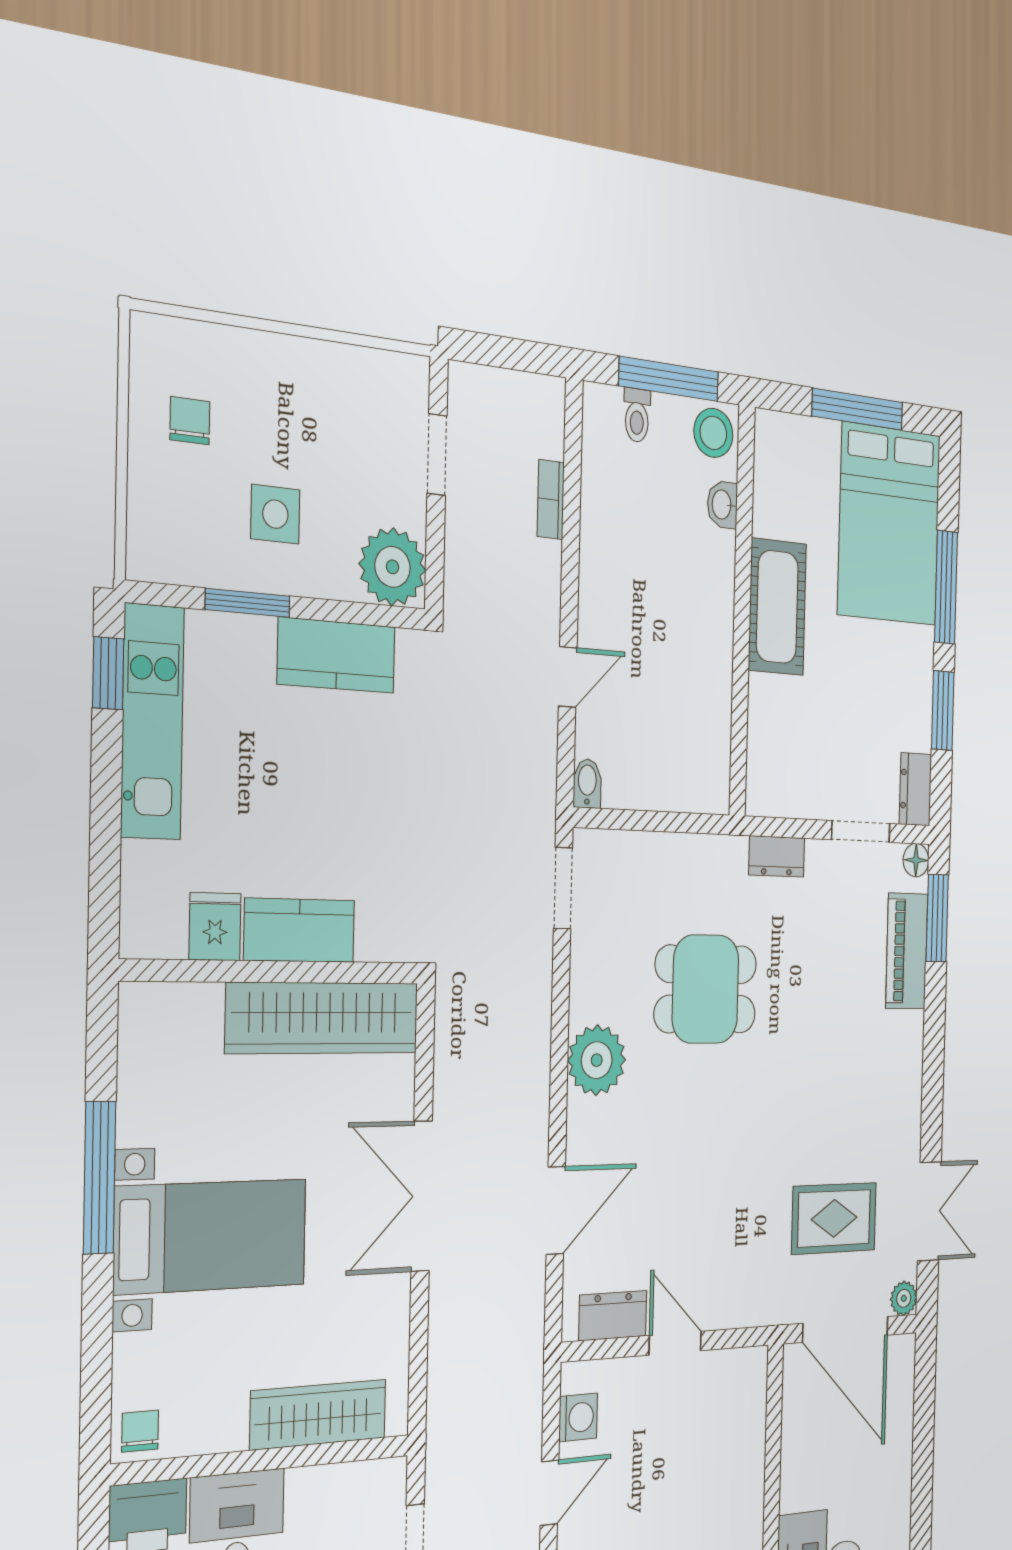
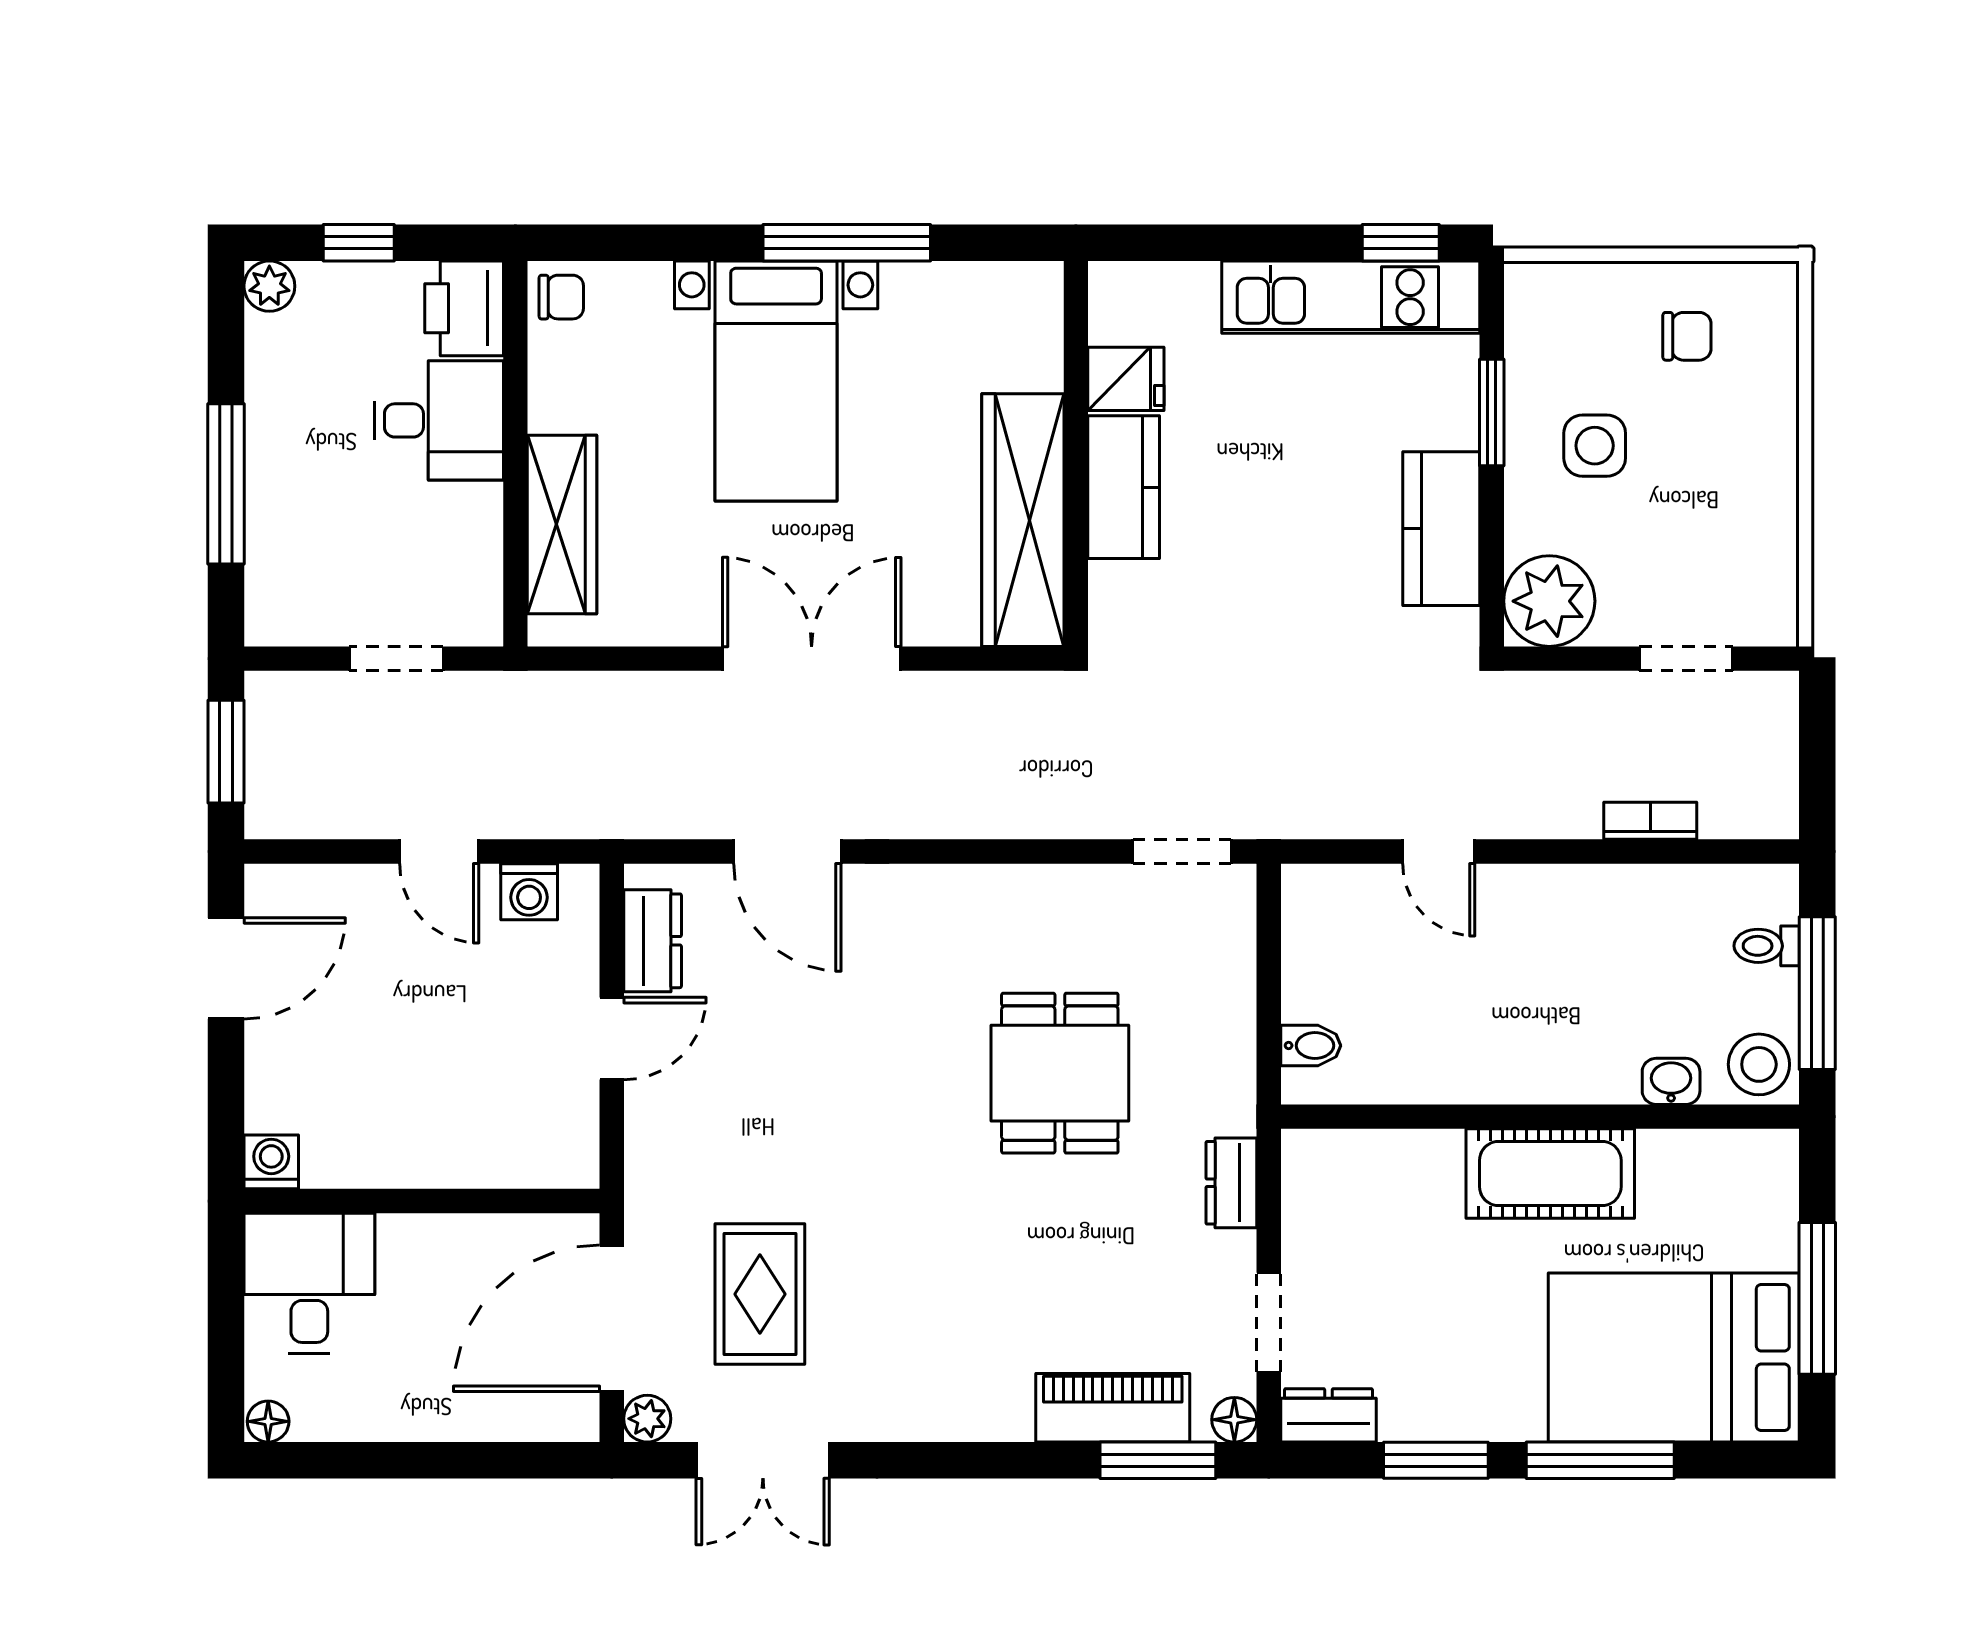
bidet: (587, 783) -> (1311, 1046), moved
plant: (597, 1060) -> (971, 907), removed

